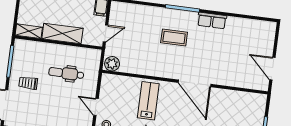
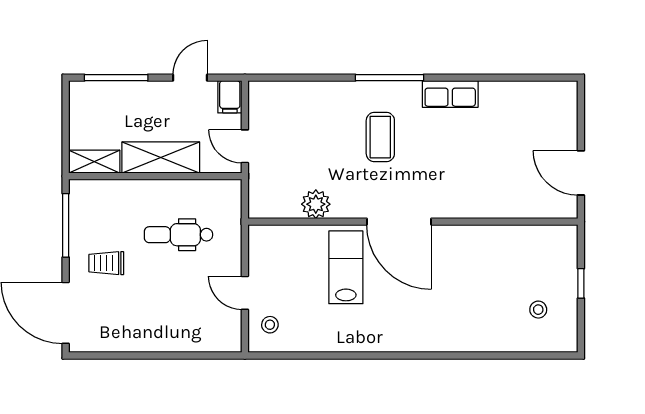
door: (105, 33) -> (245, 146), swing flipped
coffee table: (174, 38) -> (380, 137), turned 90
plant: (112, 64) -> (316, 204), moved
door: (195, 83) -> (399, 222), moved

